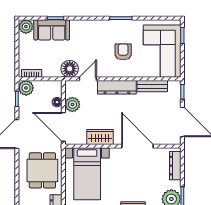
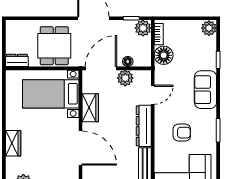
sofa: (52, 30) -> (205, 90), moved
floor lamp: (70, 69) -> (164, 55), moved
door: (88, 79) -> (153, 95), hinge flipped
door: (137, 146) -> (80, 148), hinge flipped
dining table: (42, 170) -> (54, 46), turned 90

